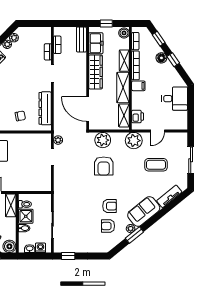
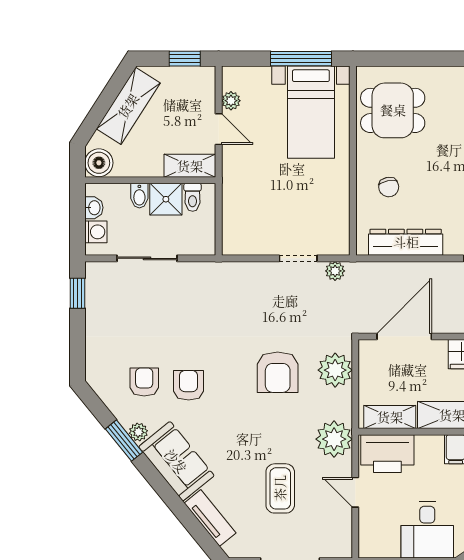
printer: (138, 117) -> (387, 454), width x1.87, depth x1.48
armchair: (104, 166) -> (278, 372), turned -90
armchair: (110, 206) -> (189, 385), turned 180

